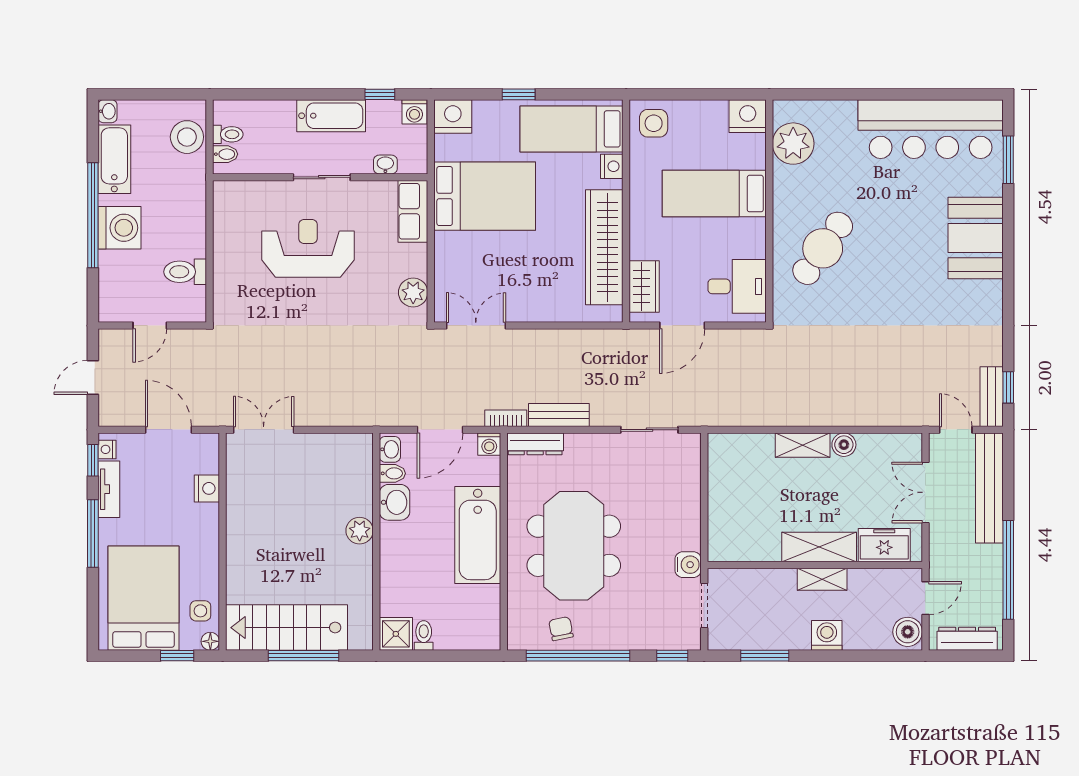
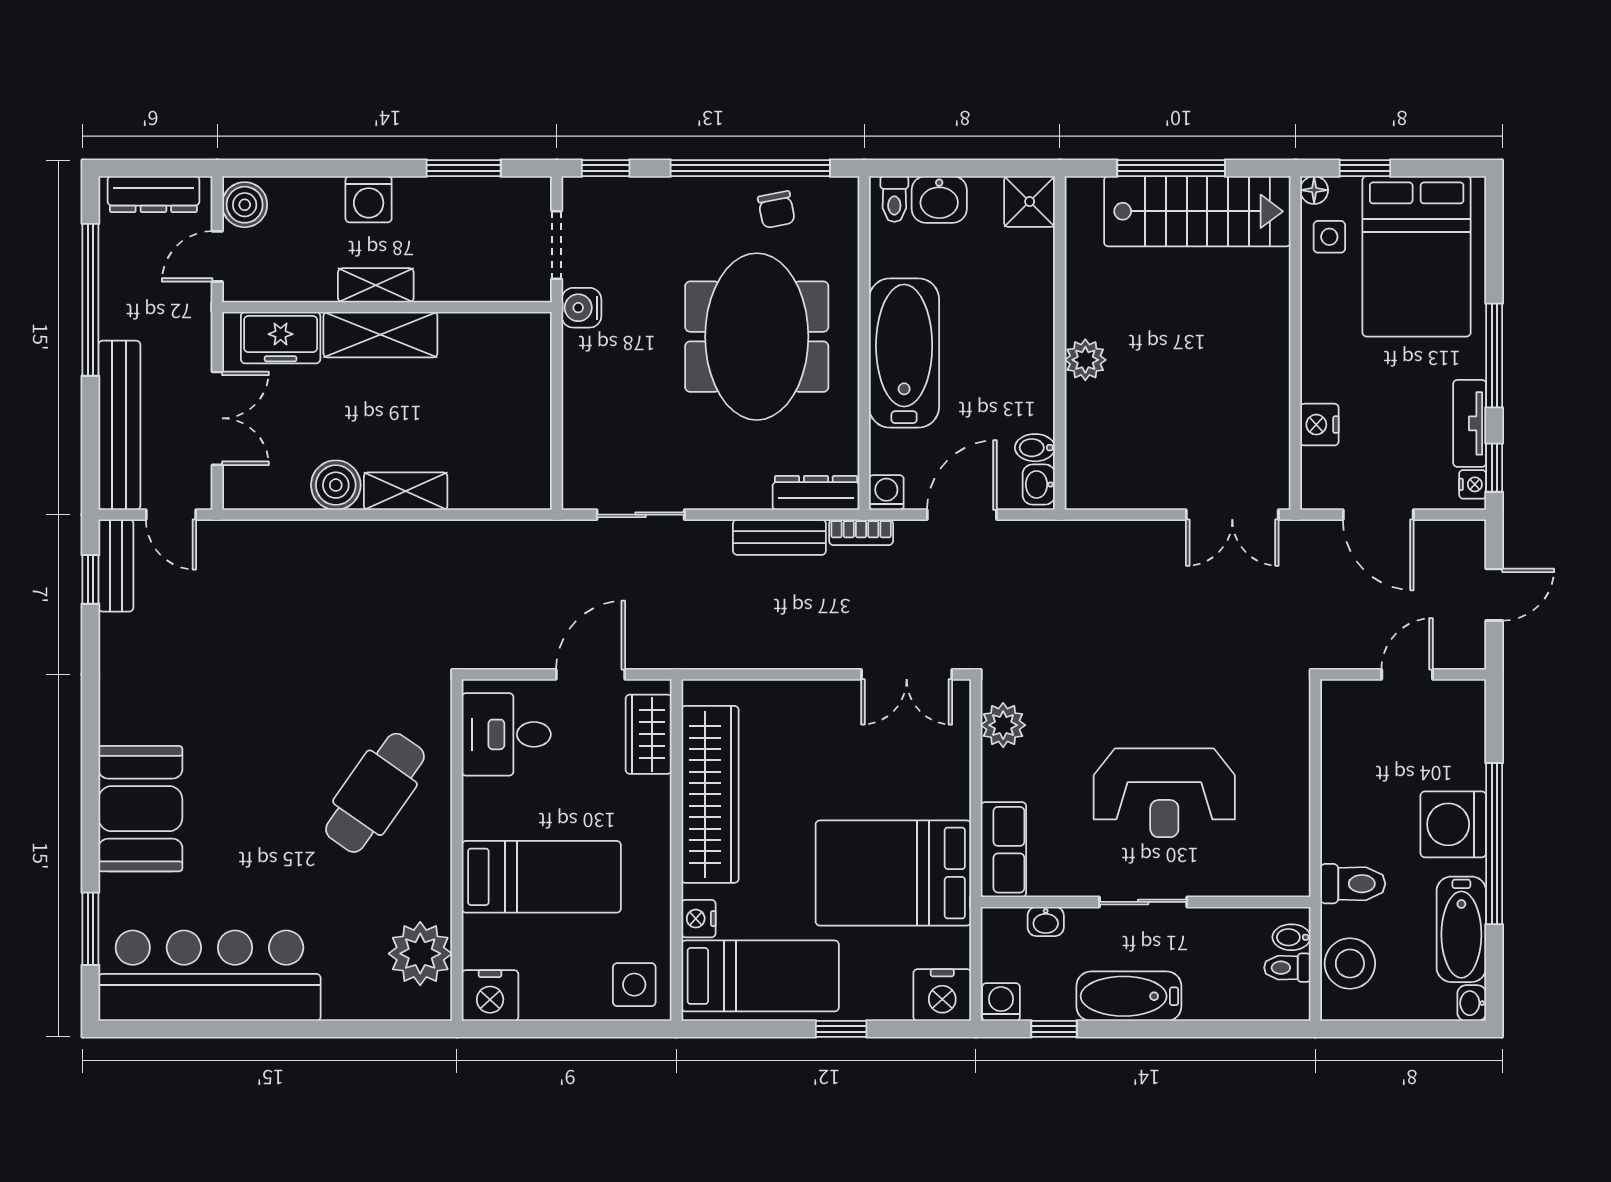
toilet: (185, 272) -> (1353, 884), moved
boiler: (844, 445) -> (336, 485), width x1.36, depth x1.36
washbasin: (394, 502) -> (939, 199), moved, turned -90
toilet: (424, 635) -> (894, 199), moved

